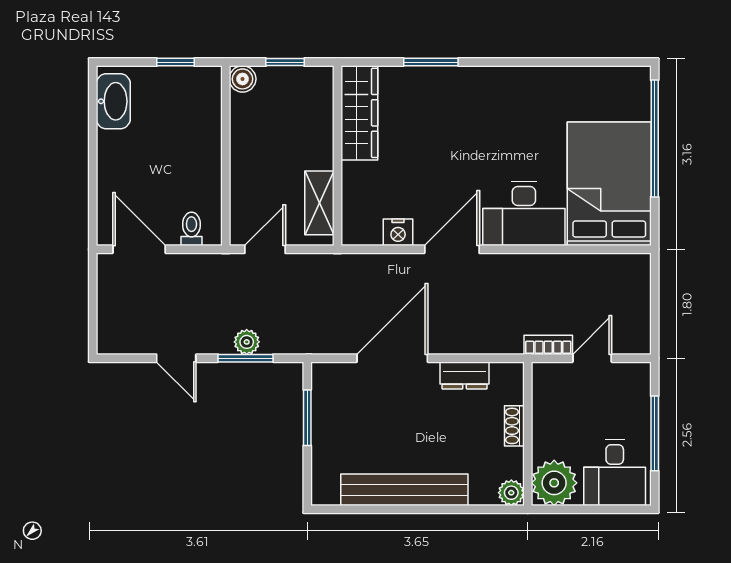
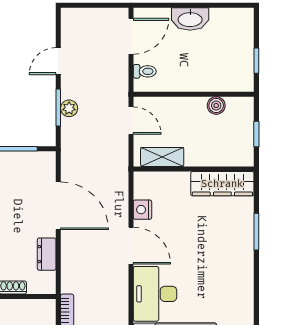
boiler: (243, 79) -> (216, 106), moved
washbasin: (113, 101) -> (190, 19), moved

